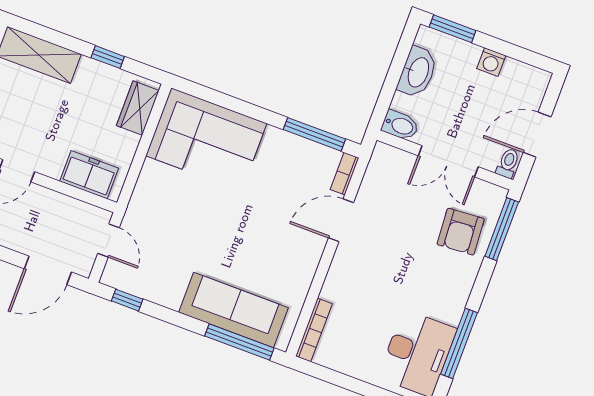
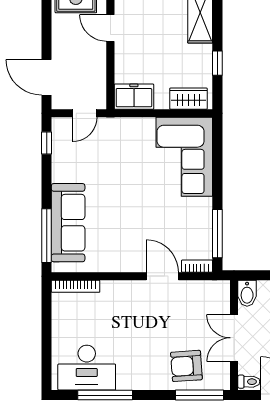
freezer: (89, 175) -> (134, 97), moved, turned -90

